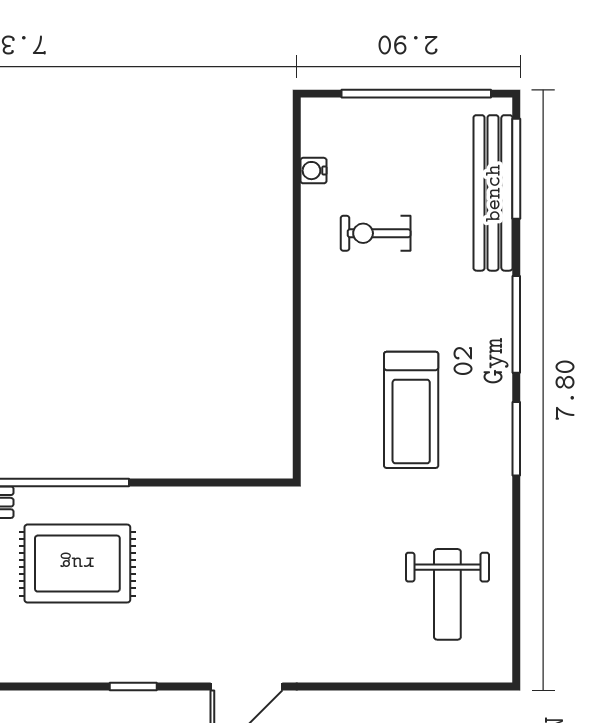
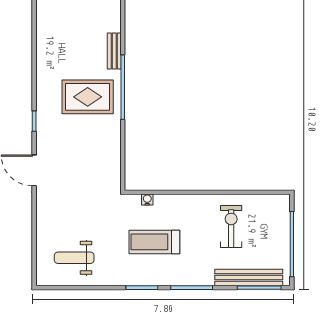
water cooler: (313, 171) -> (147, 200), moved
exercise bike: (376, 233) -> (231, 227), width x1.38, depth x1.39
rug: (77, 564) -> (88, 97), turned 90

